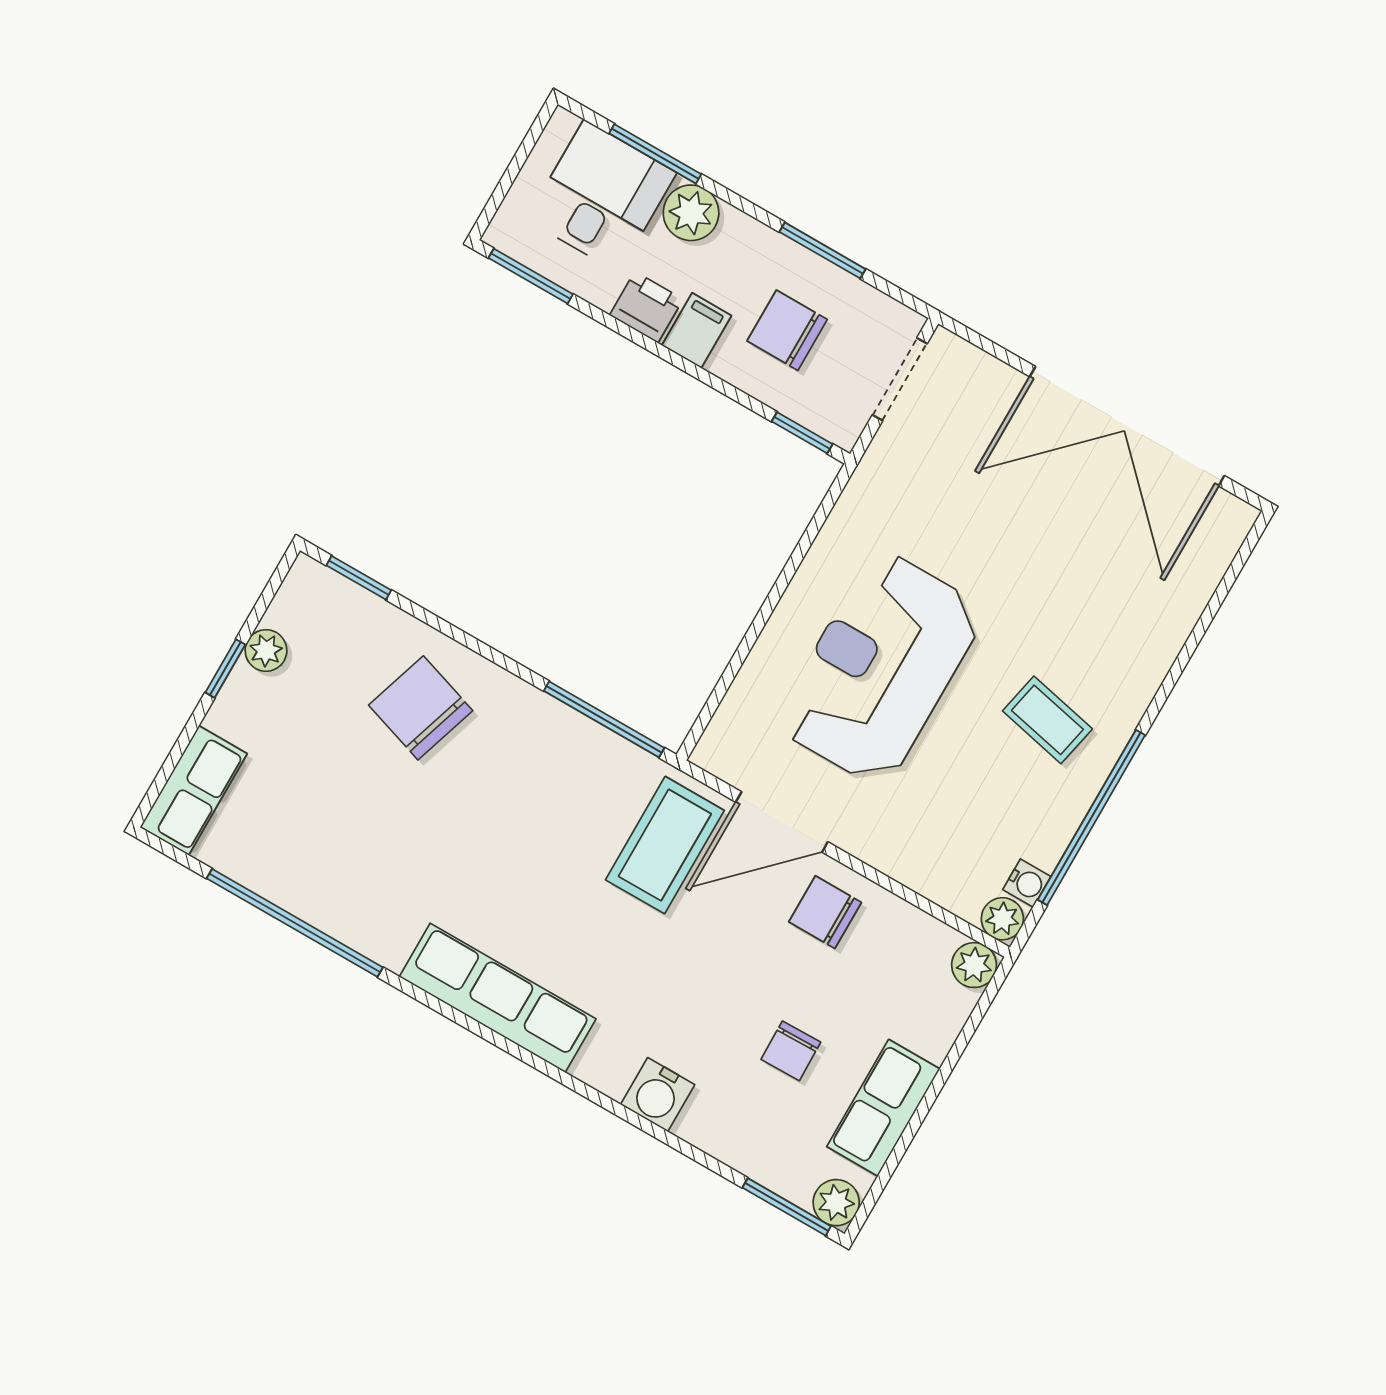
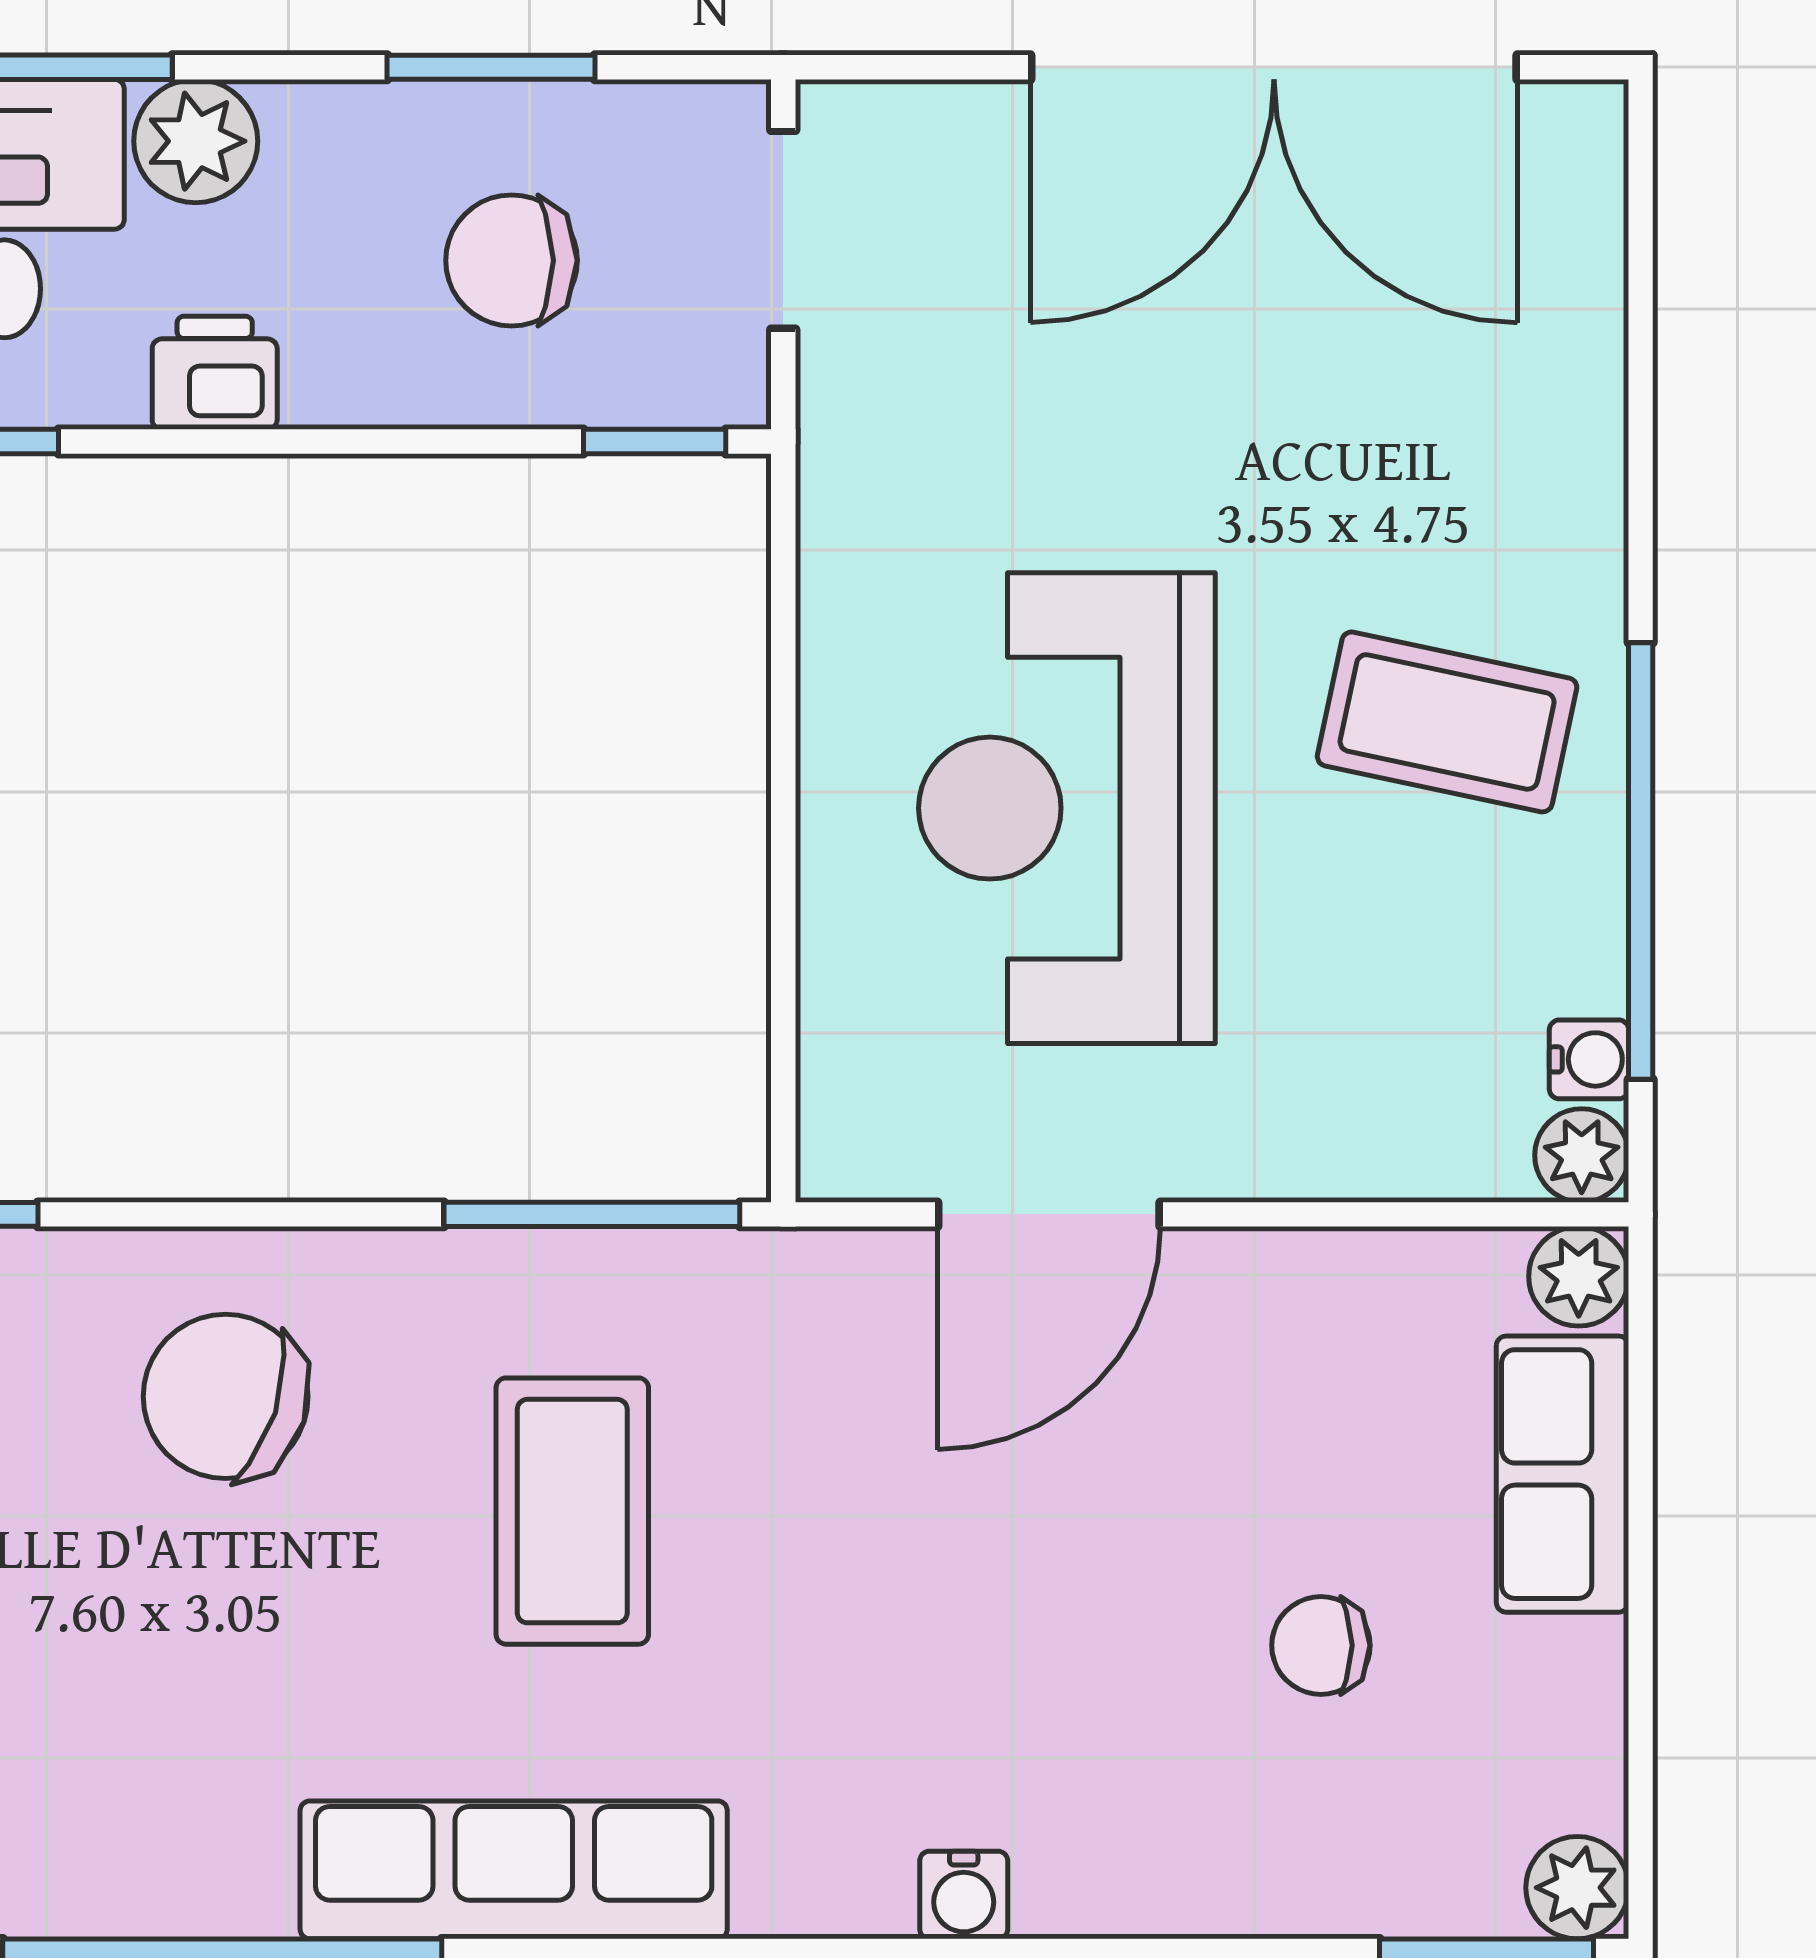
filing cabinet: (697, 331) -> (338, 362), removed
coffee table: (1047, 720) -> (1447, 722), width x1.36, depth x1.30
coffee table: (665, 845) -> (572, 1511), moved
chair: (825, 912) -> (1232, 1340), removed
row of seats: (498, 998) -> (514, 1870), moved
chair: (791, 1051) -> (1321, 1645), turned 91
water cooler: (658, 1095) -> (964, 1895), moved, width x0.72, depth x0.72
row of seats: (883, 1108) -> (1562, 1474), moved

